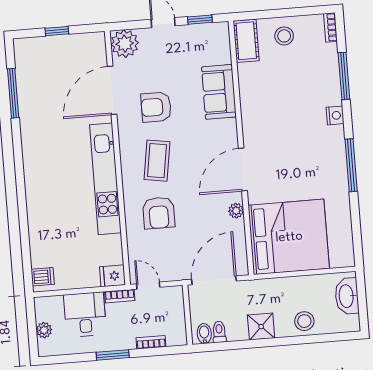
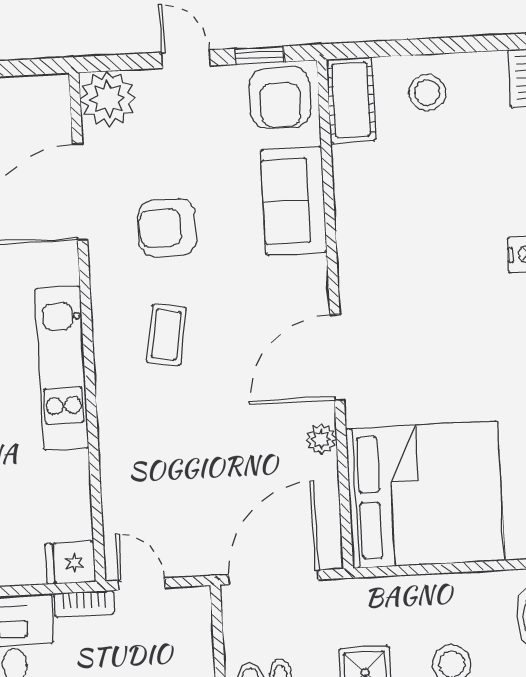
coffee table: (157, 161) -> (166, 335), width x0.73, depth x0.77
kitchen unit: (105, 179) -> (62, 368), width x0.73
armchair: (159, 213) -> (280, 97), moved

